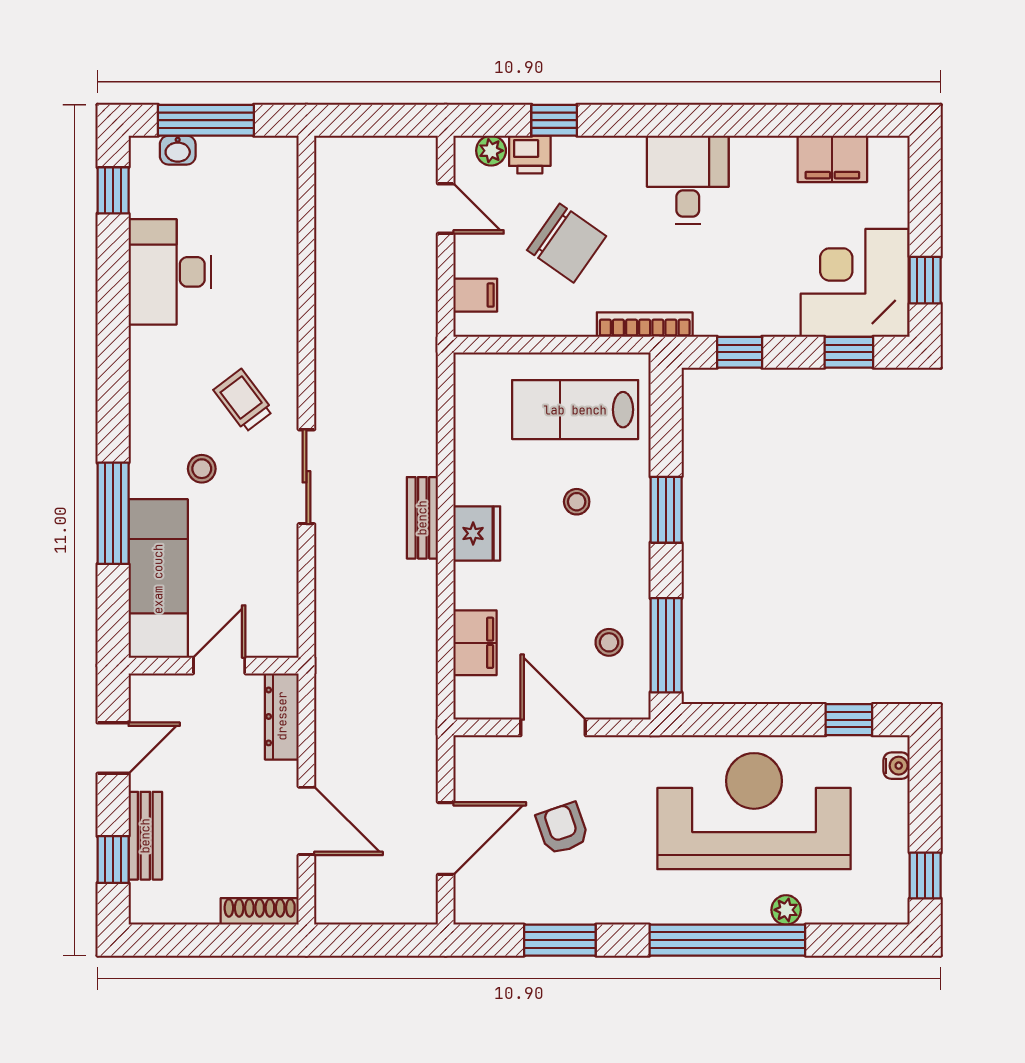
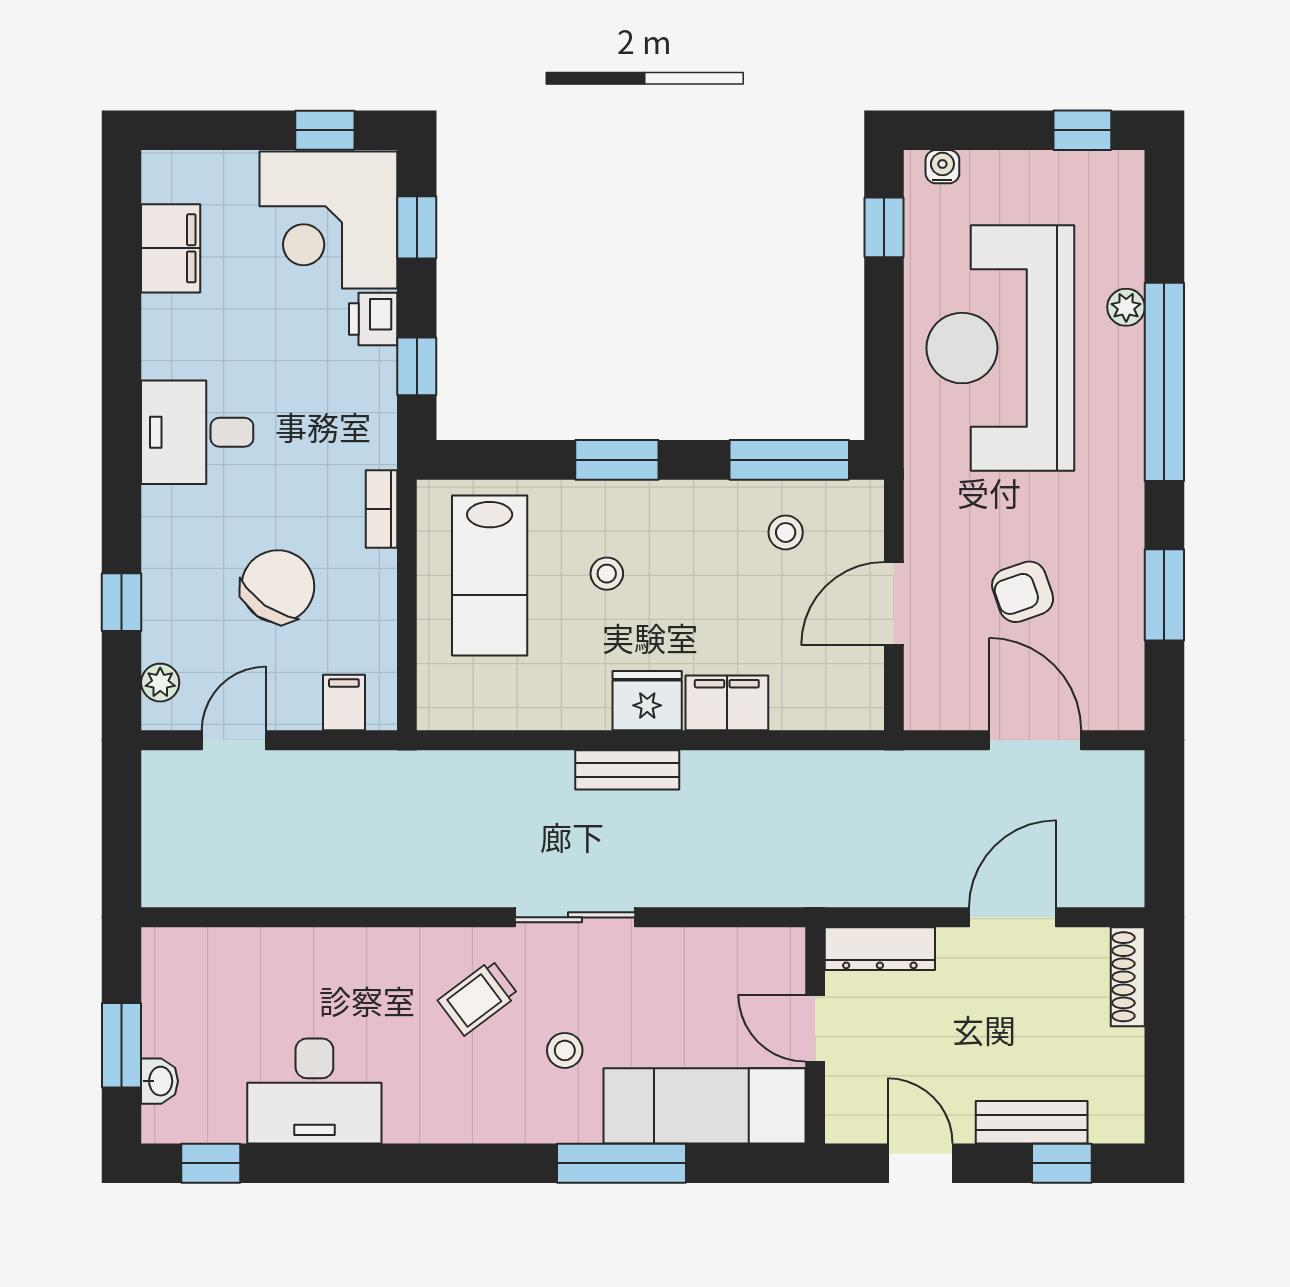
window: (206, 120) -> (122, 1045), width x0.69
printer: (530, 155) -> (373, 319), moved, turned 180
bookcase: (645, 325) -> (381, 509), width x0.64
filing cabinet: (475, 643) -> (727, 703), moved

